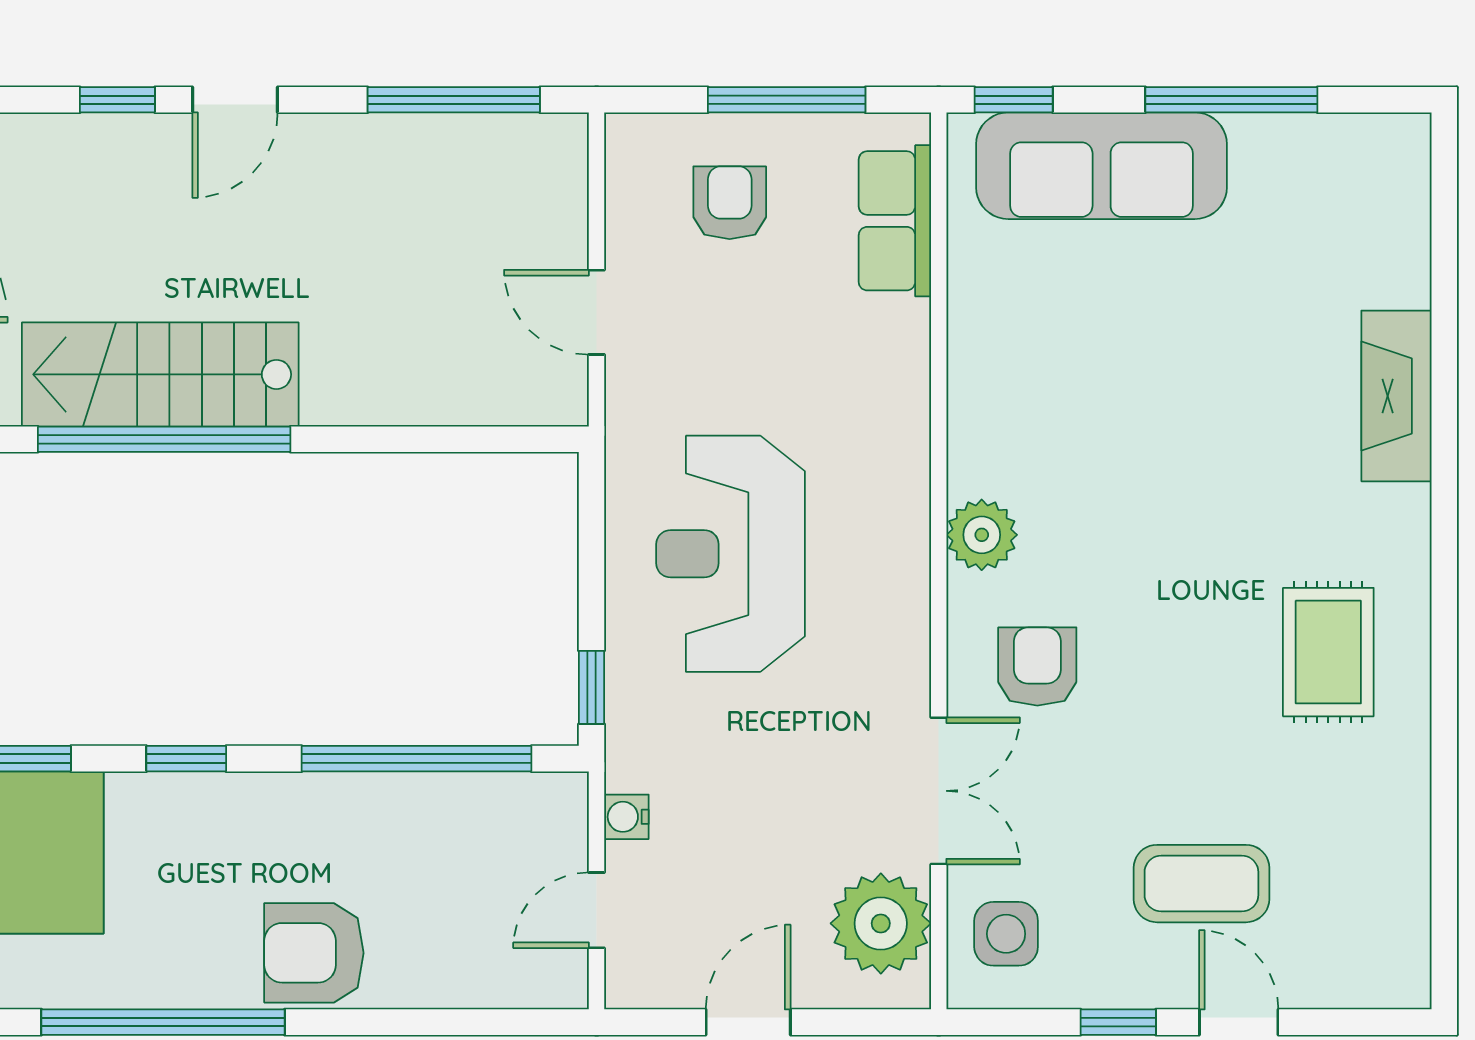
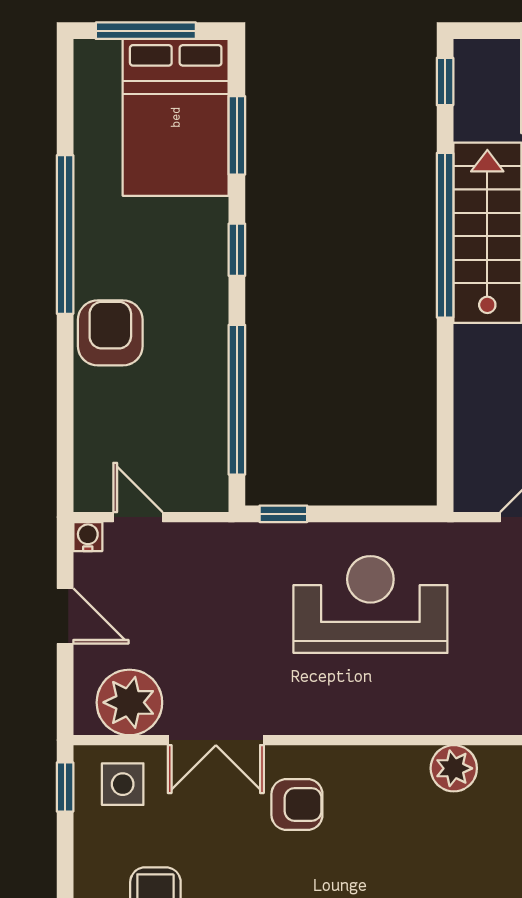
plant: (982, 535) -> (454, 768), moved
water cooler: (626, 817) -> (88, 537), moved
window: (1118, 1022) -> (65, 787), moved

